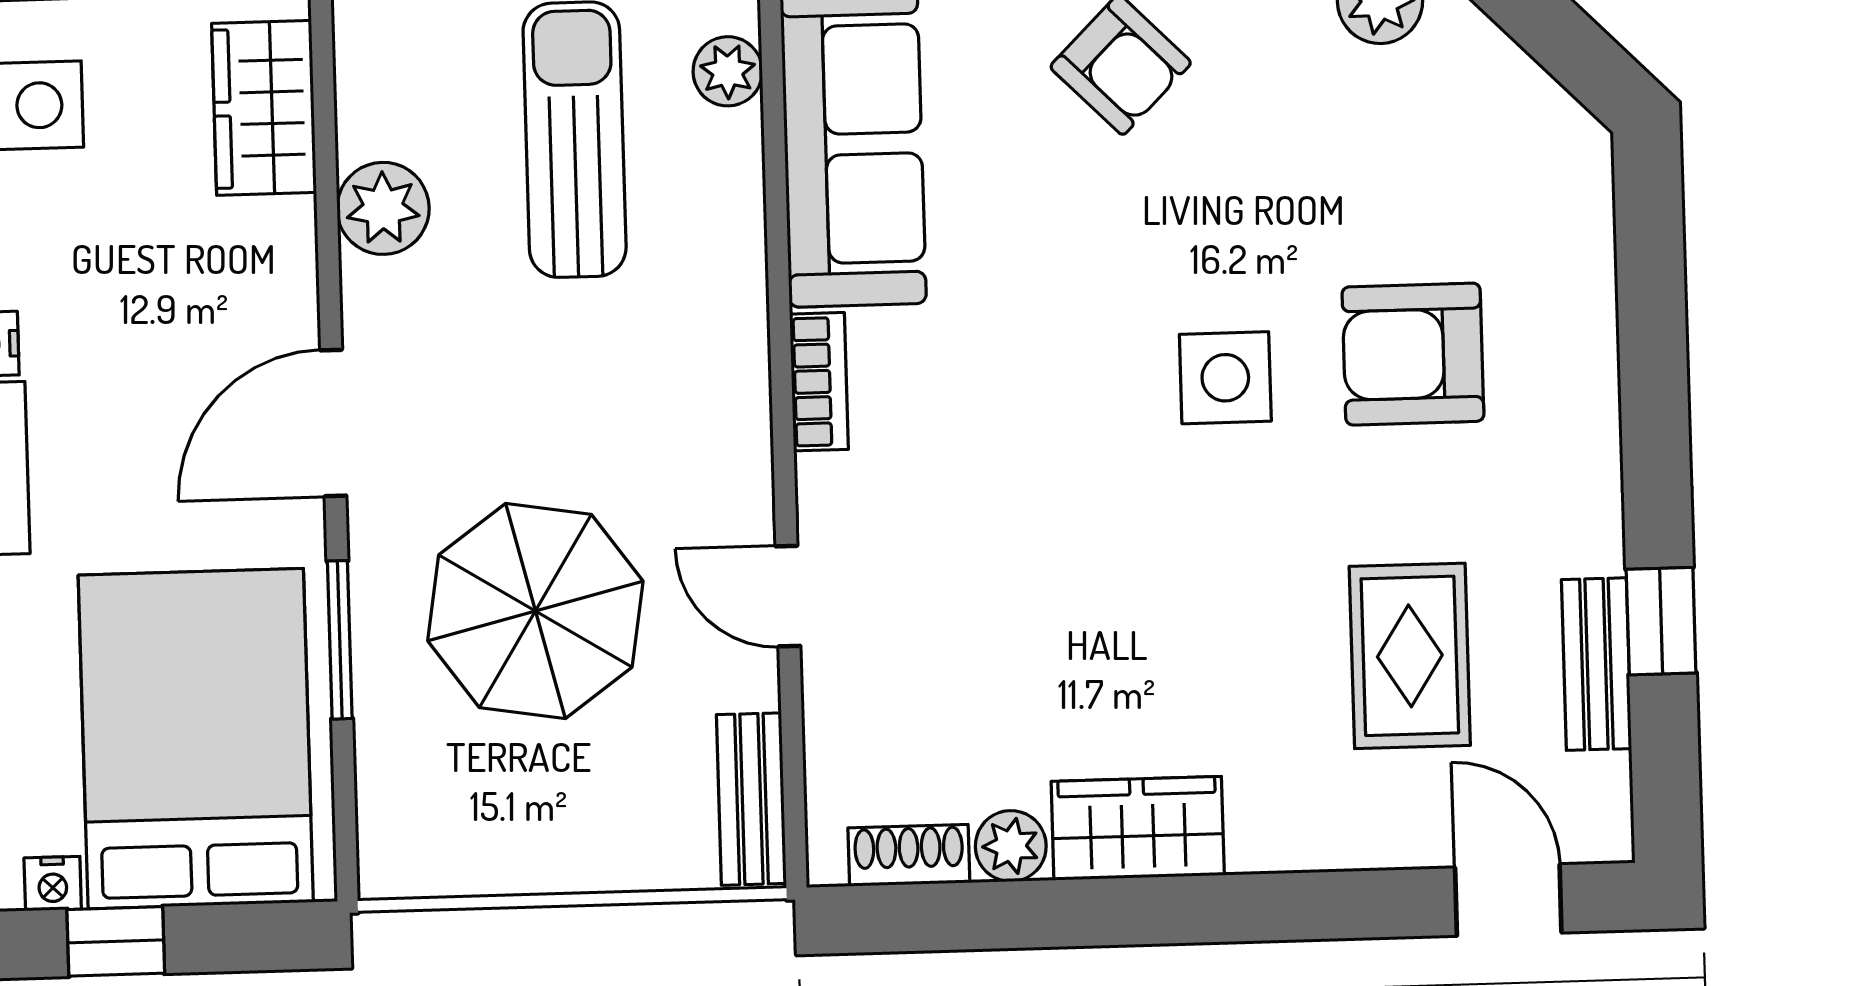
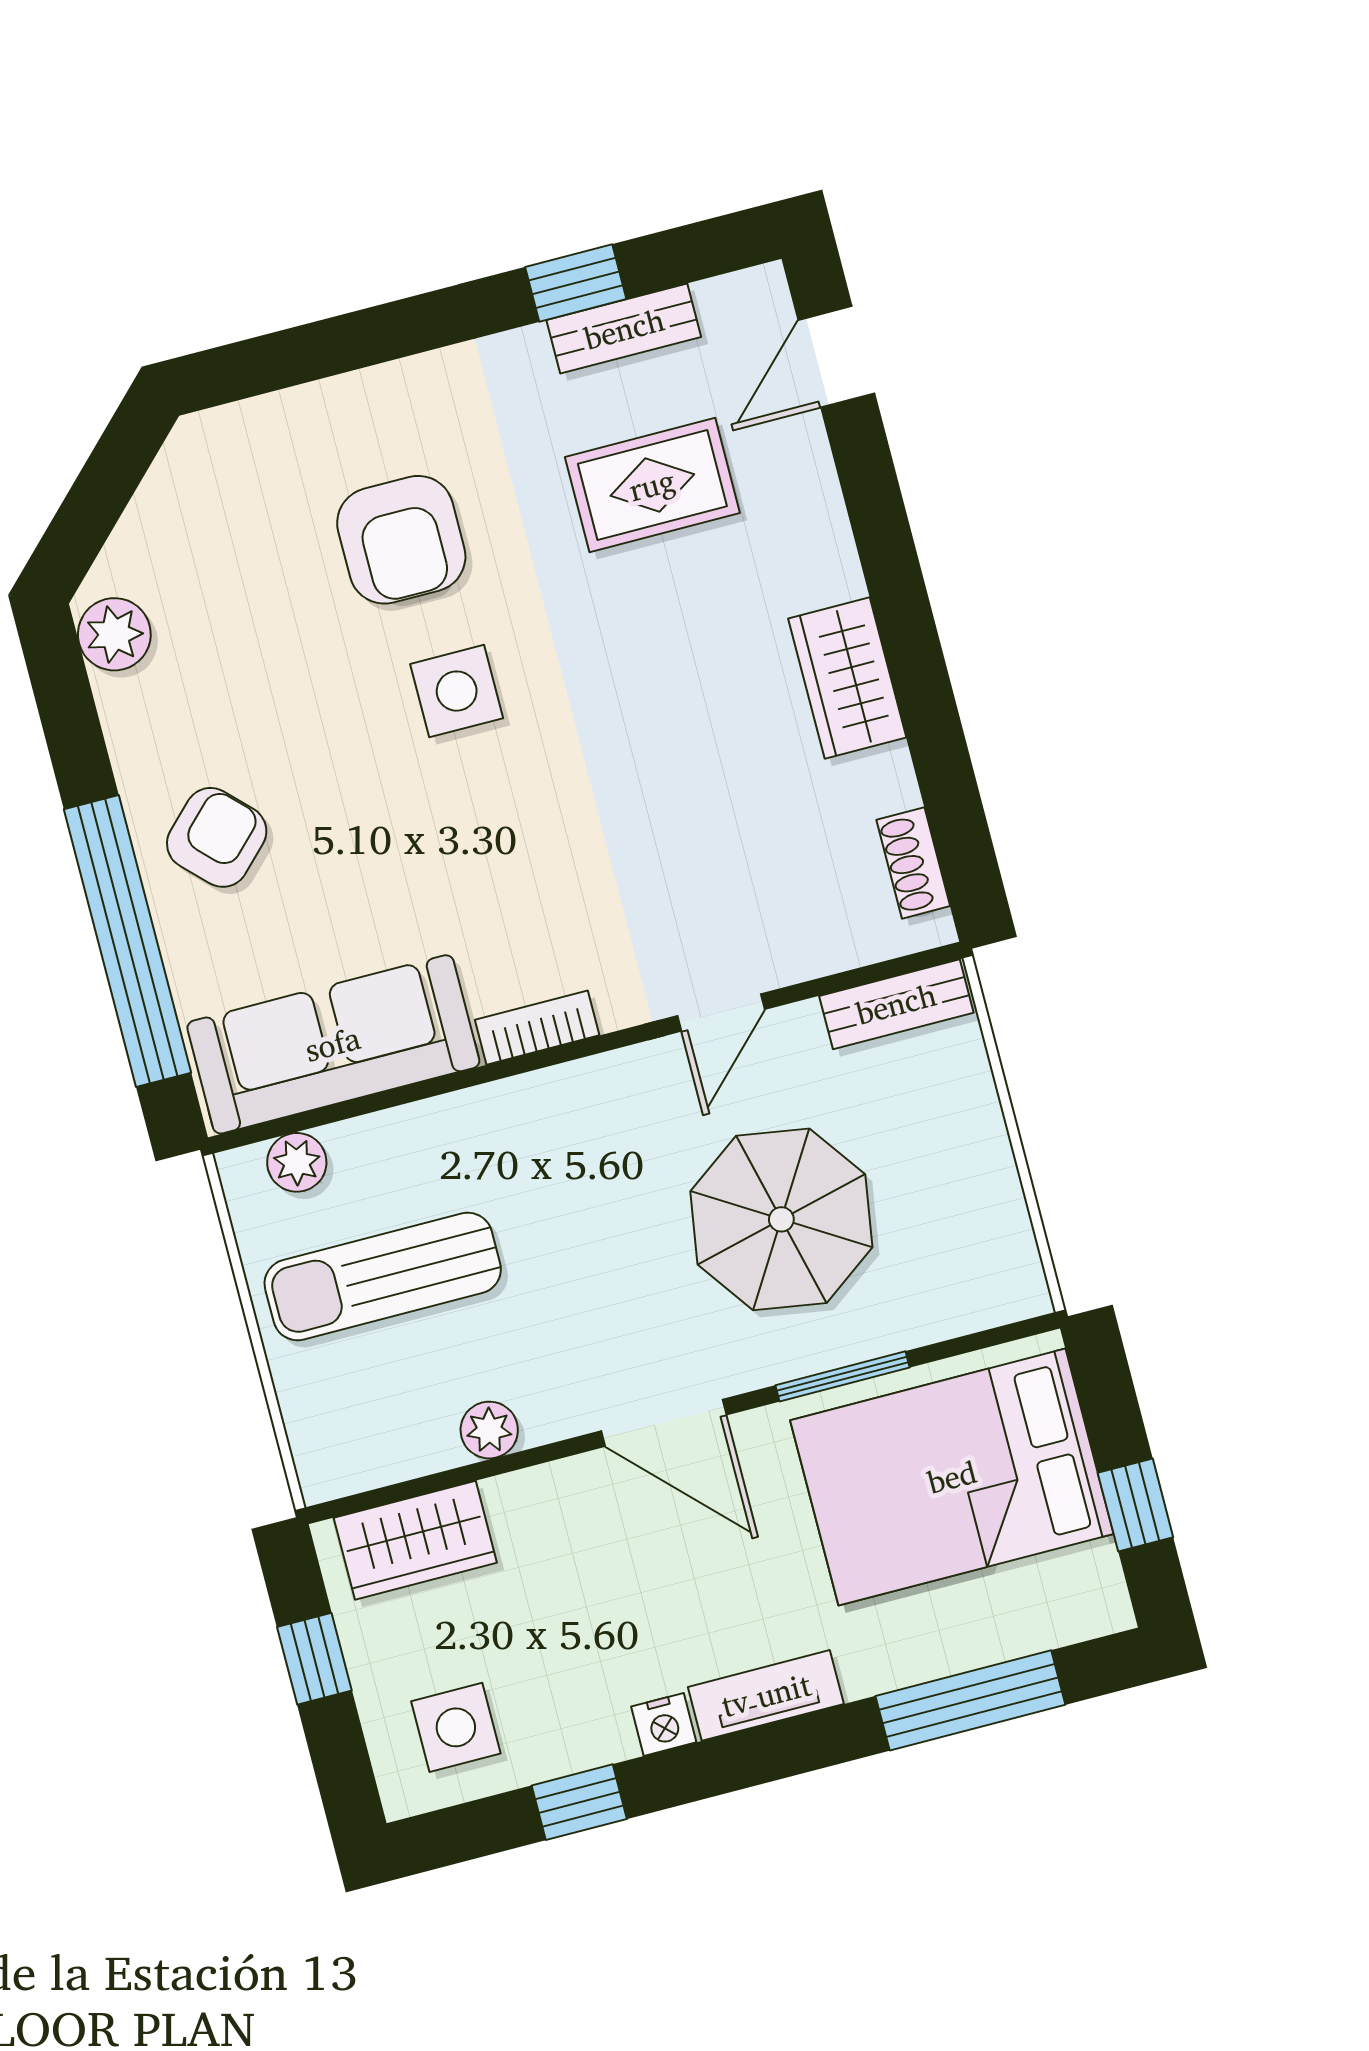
plant: (383, 208) -> (489, 1430), width x0.73, depth x0.73
plant: (1011, 846) -> (886, 780), removed
nightstand: (53, 884) -> (1099, 1568), removed

